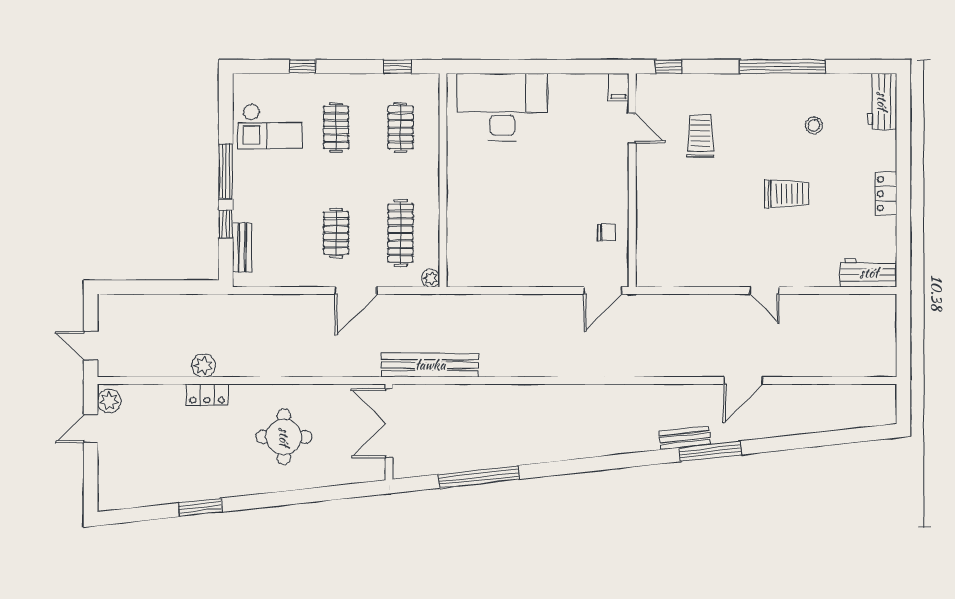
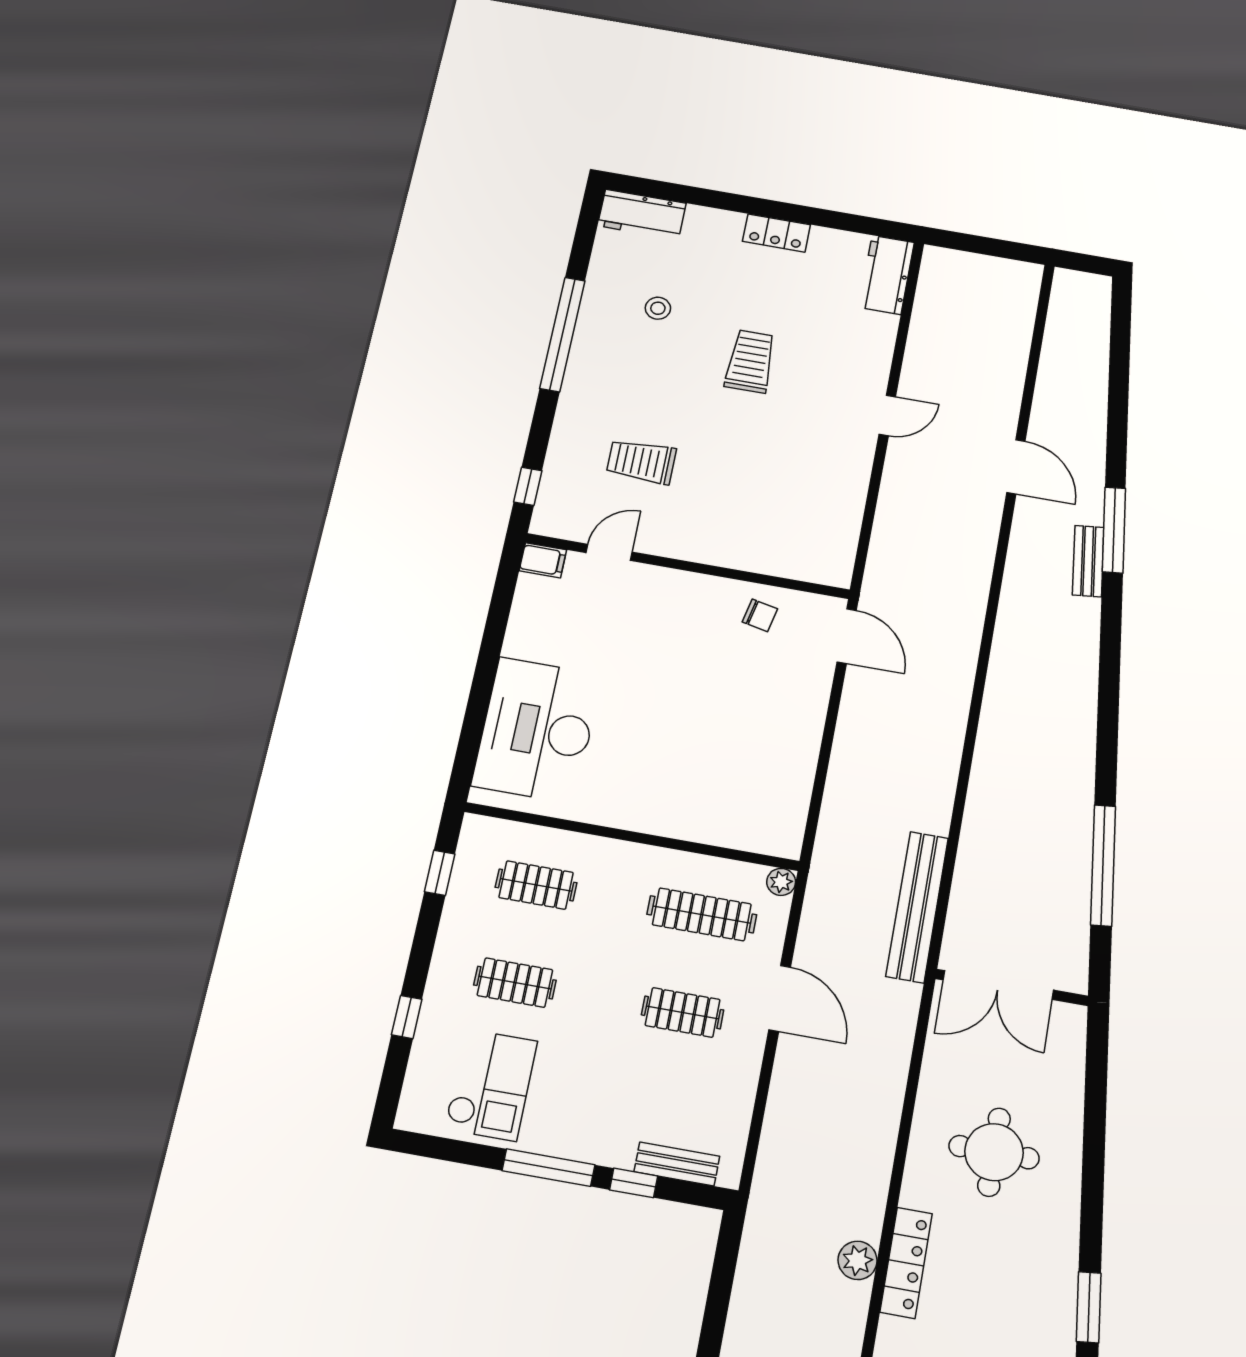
chair: (607, 233) -> (760, 615), turned 102
locker: (207, 395) -> (906, 1263), width x1.53

